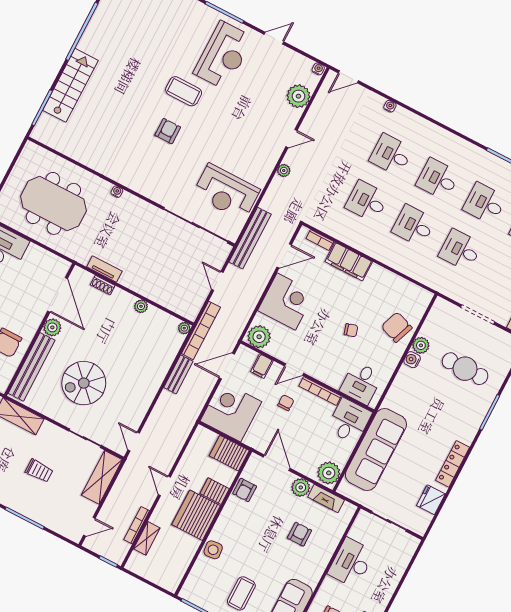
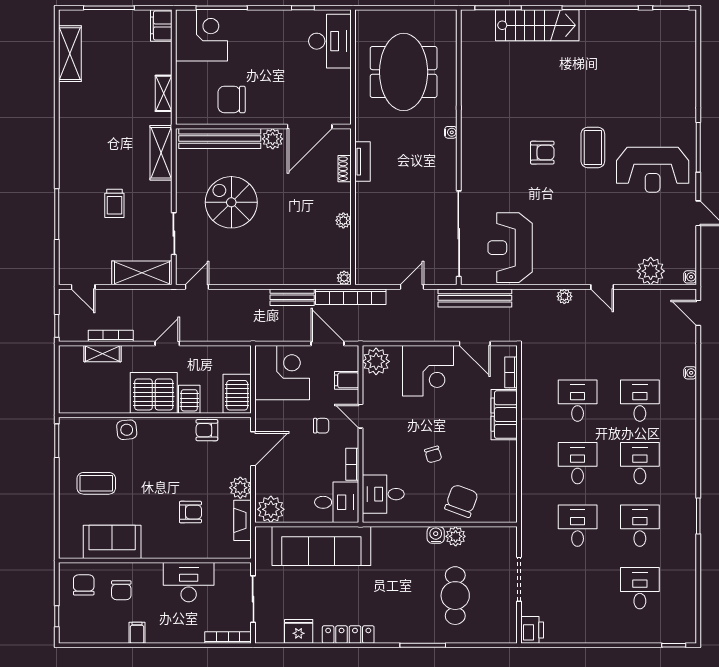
bookcase: (320, 391) -> (352, 464), width x0.64
bookcase: (408, 555) -> (228, 638), added

